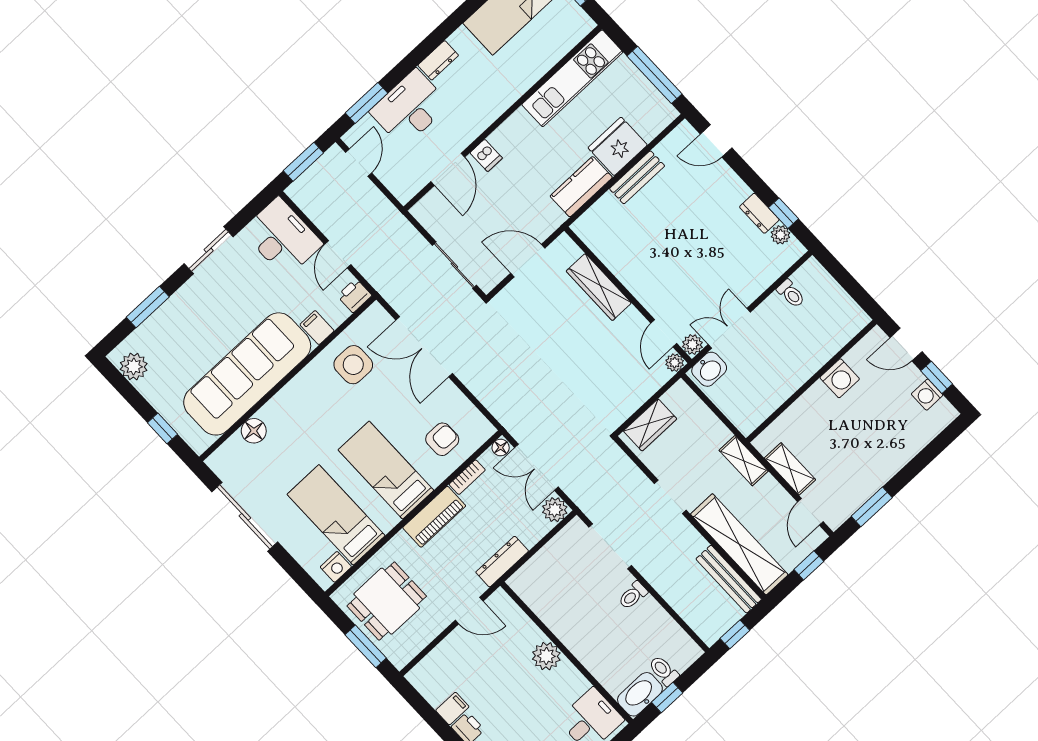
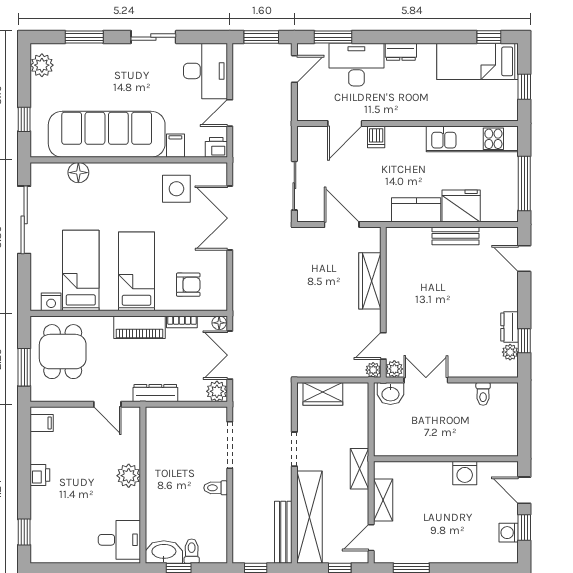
dining table: (387, 601) -> (63, 352), turned 90
filing cabinet: (452, 709) -> (42, 423), moved

